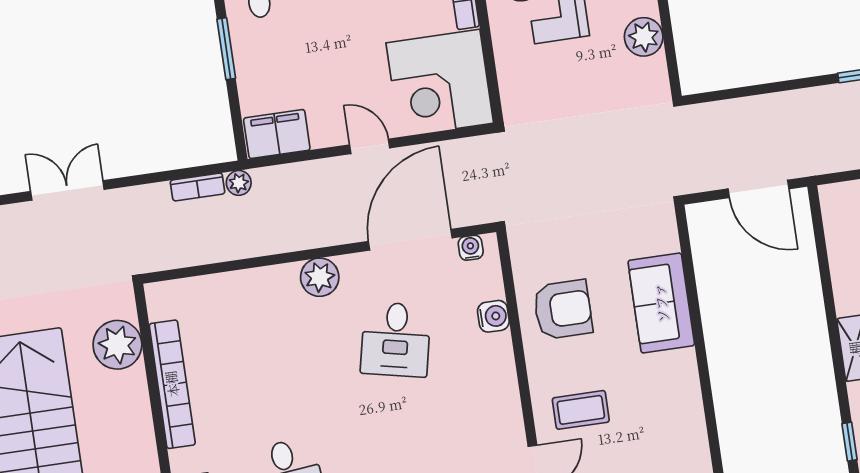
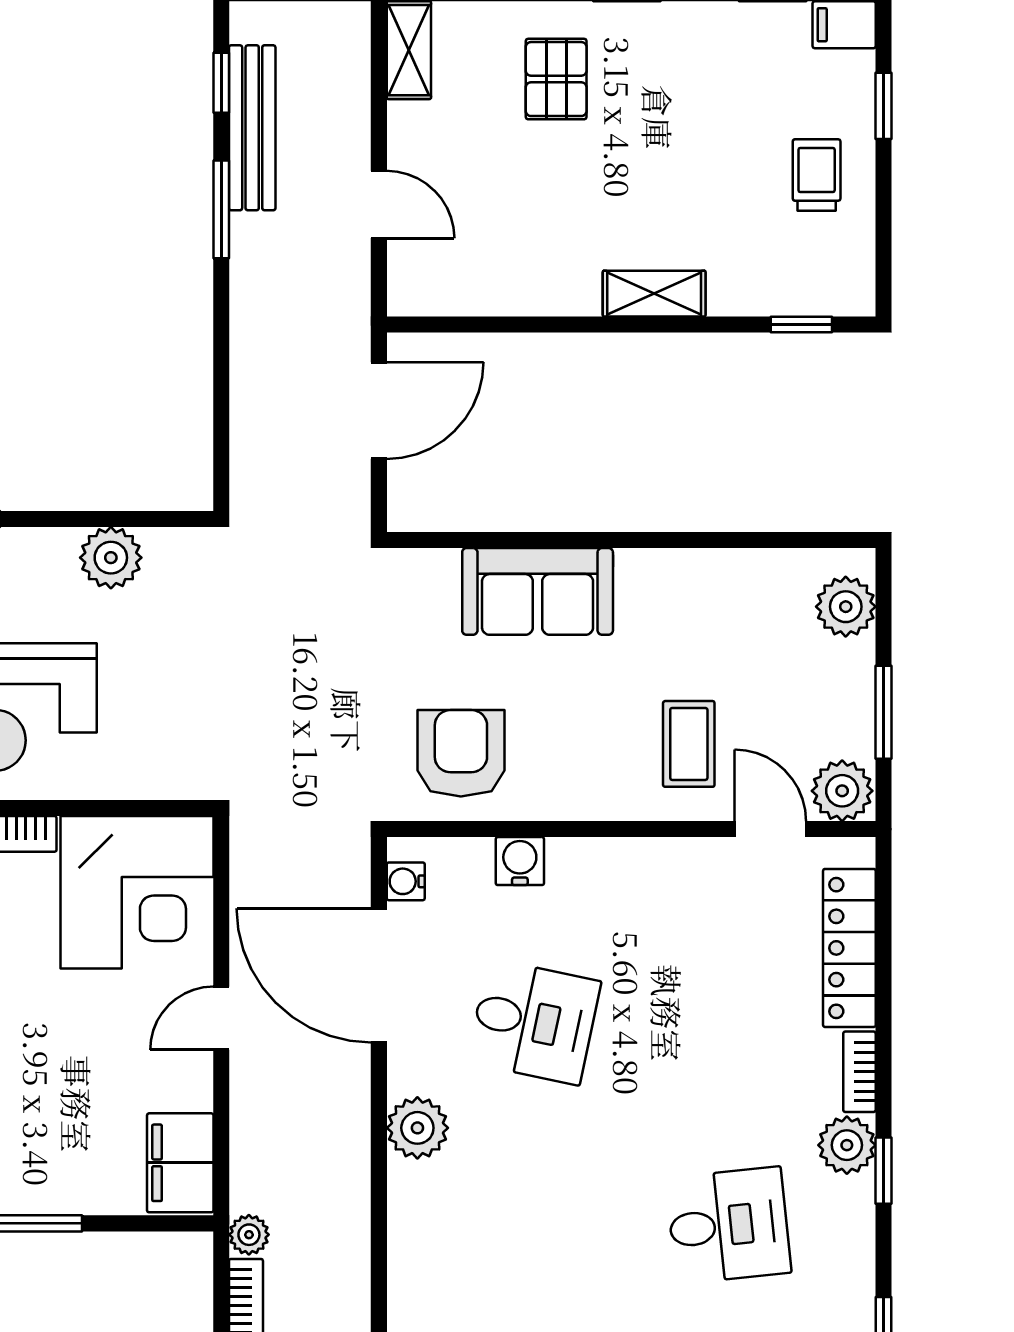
armchair: (563, 310) -> (461, 753), moved

